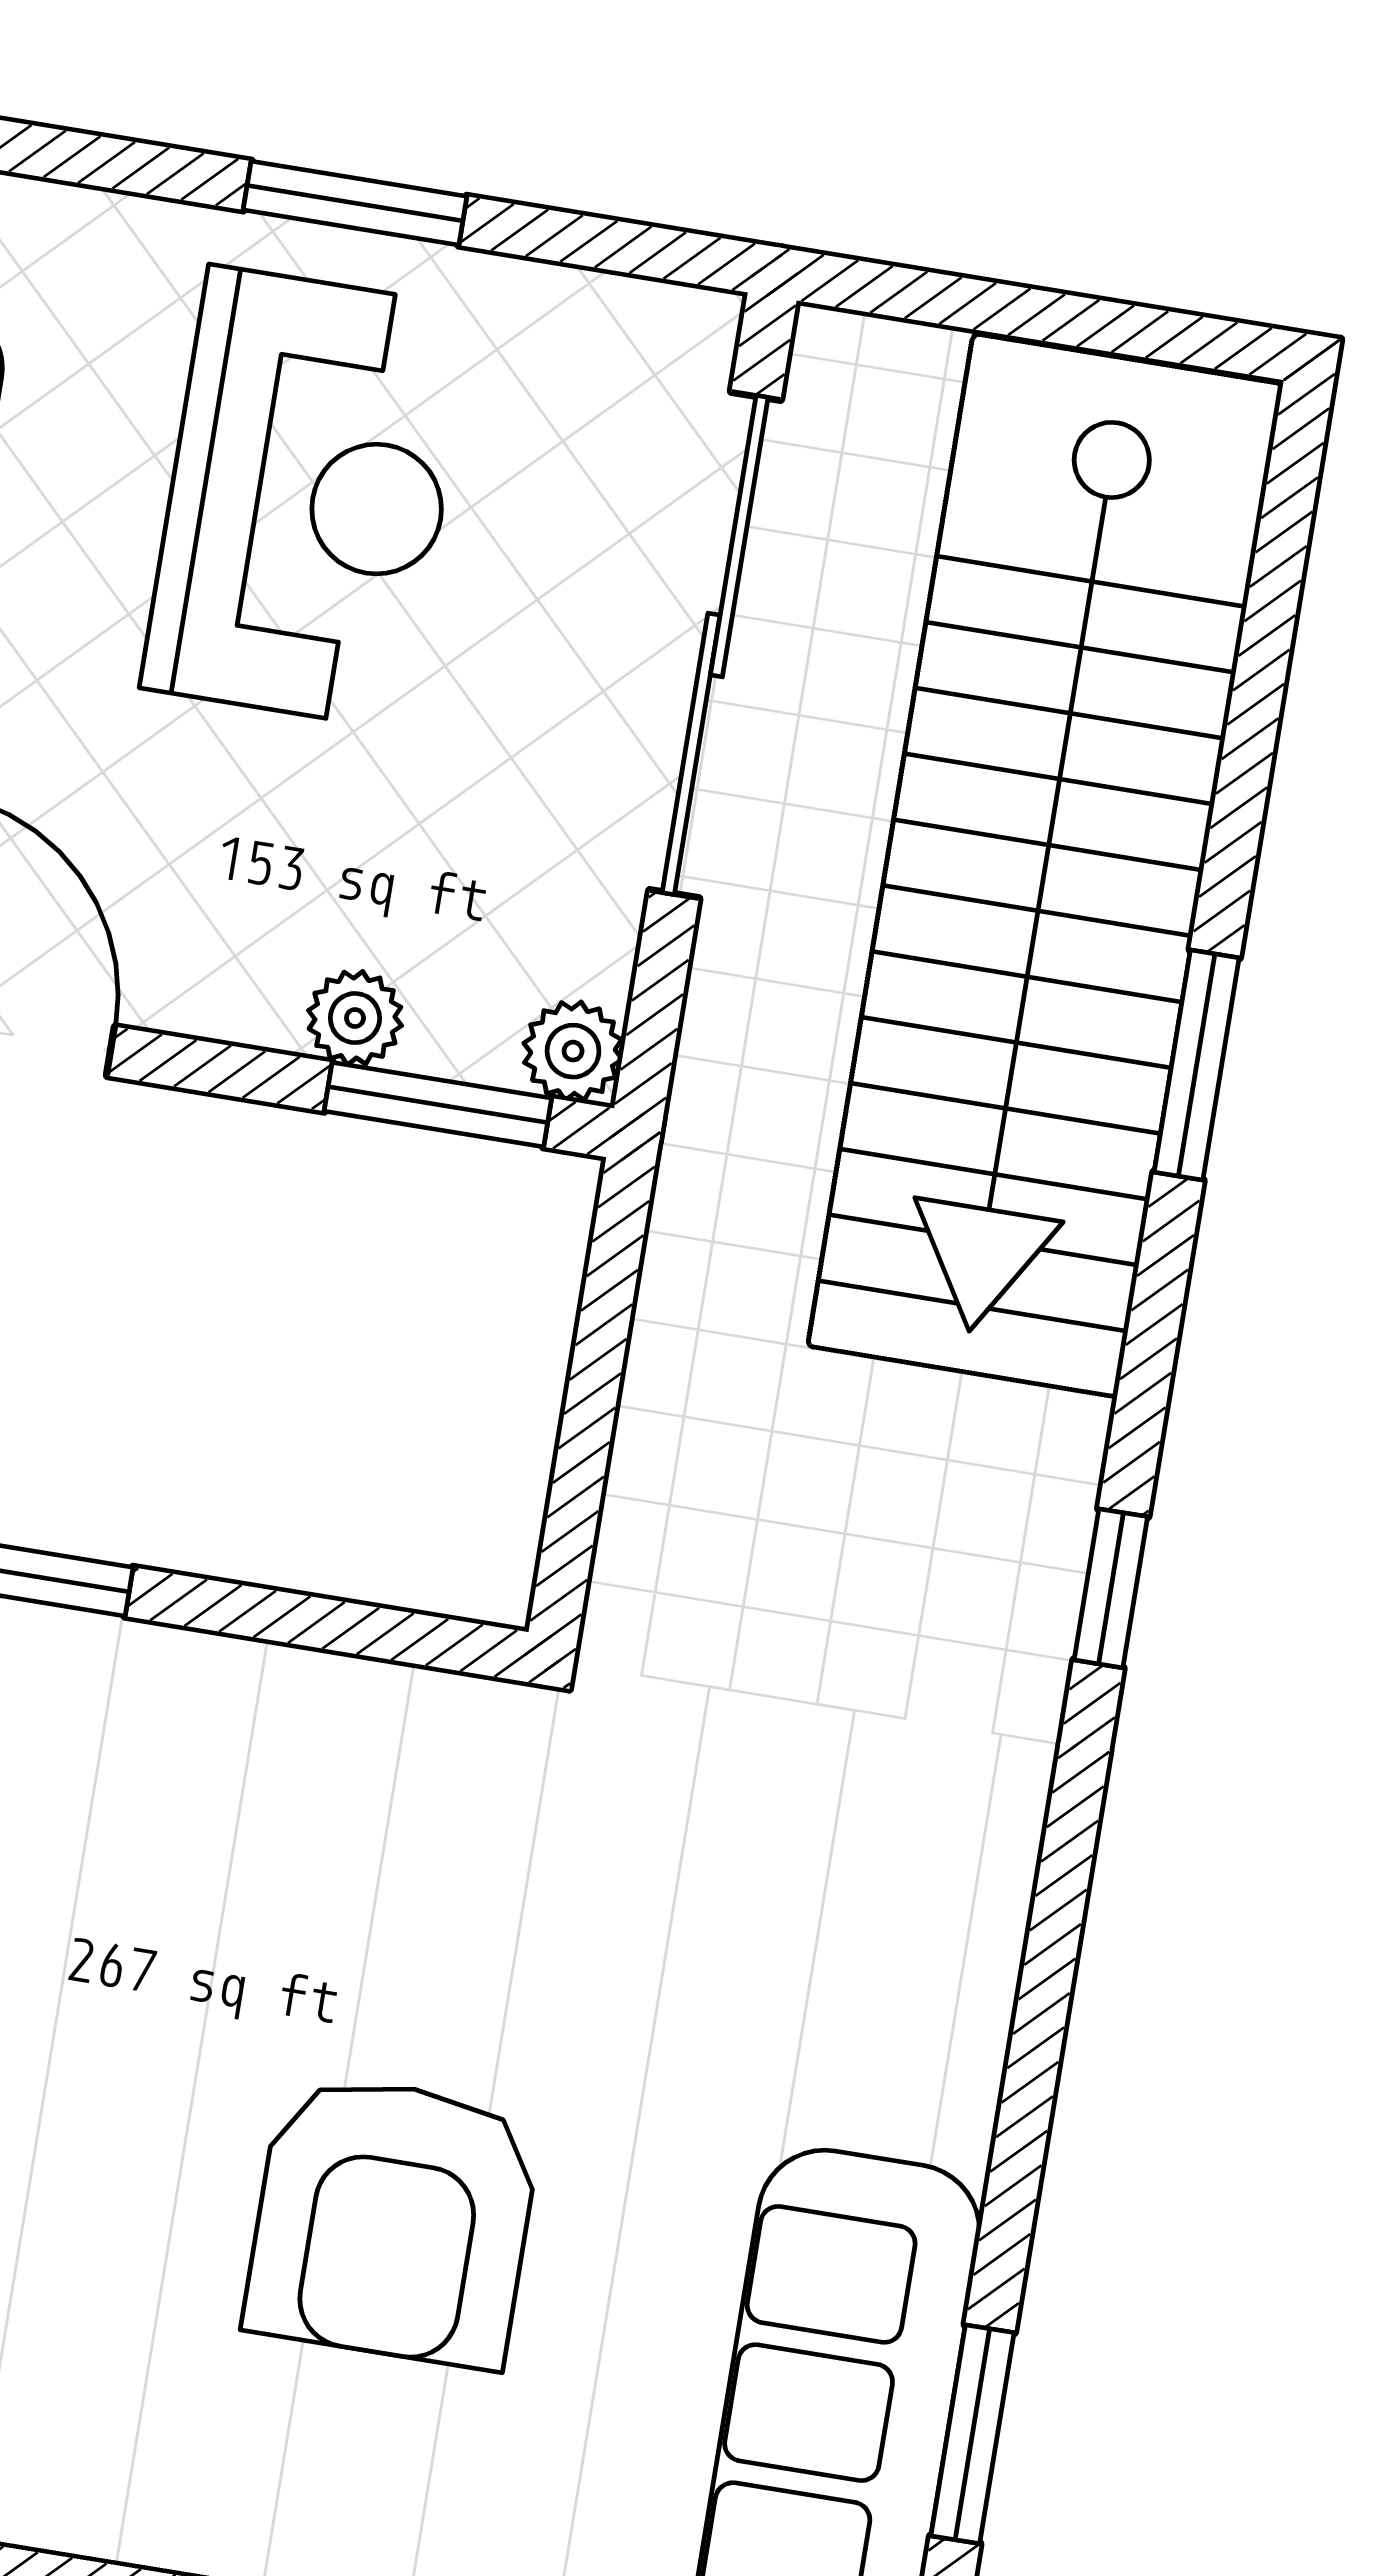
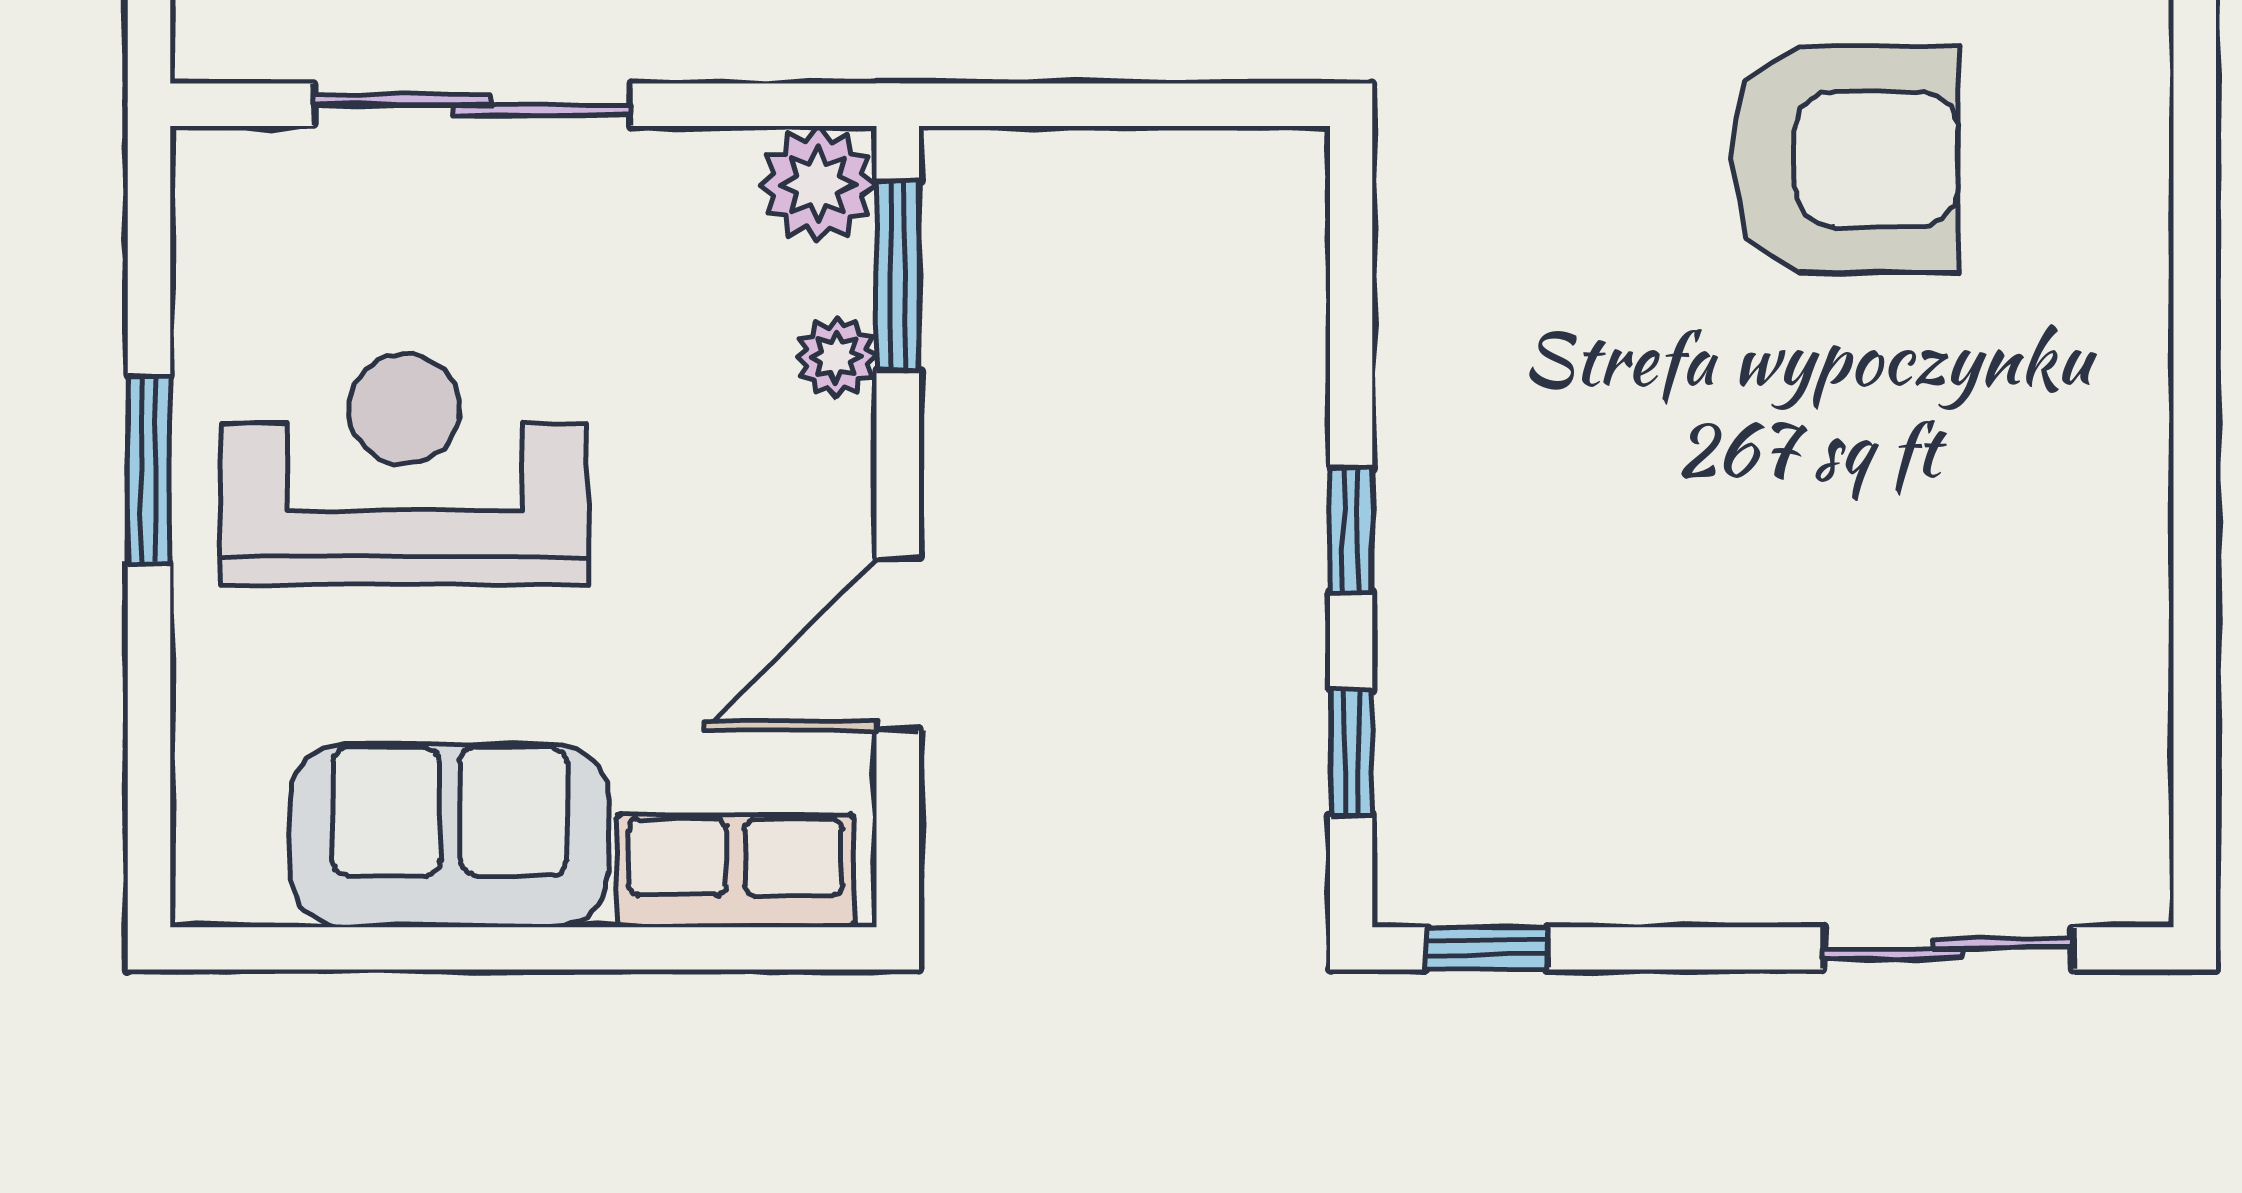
sliding door: (715, 645) -> (472, 105), width x0.73
plant: (573, 1051) -> (818, 185), width x1.38, depth x1.38

